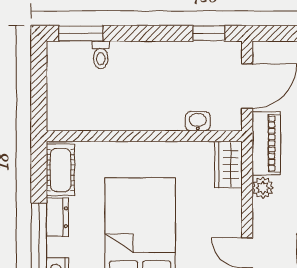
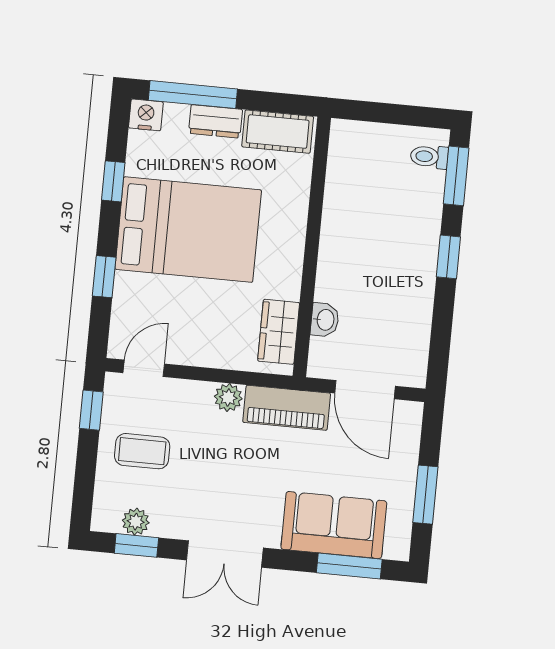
window: (209, 33) -> (448, 257), moved
toilet: (101, 55) -> (429, 157), moved
wardrobe: (228, 165) -> (279, 332), moved, turned -90

